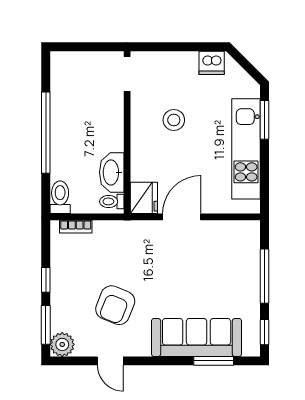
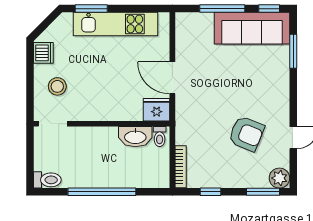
stool: (174, 120) -> (57, 86), moved
toilet: (60, 197) -> (47, 180), moved, turned 180
bookcase: (76, 227) -> (181, 167), width x1.56
window: (46, 280) -> (211, 192), moved
sofa: (197, 337) -> (252, 28), moved, turned -90

